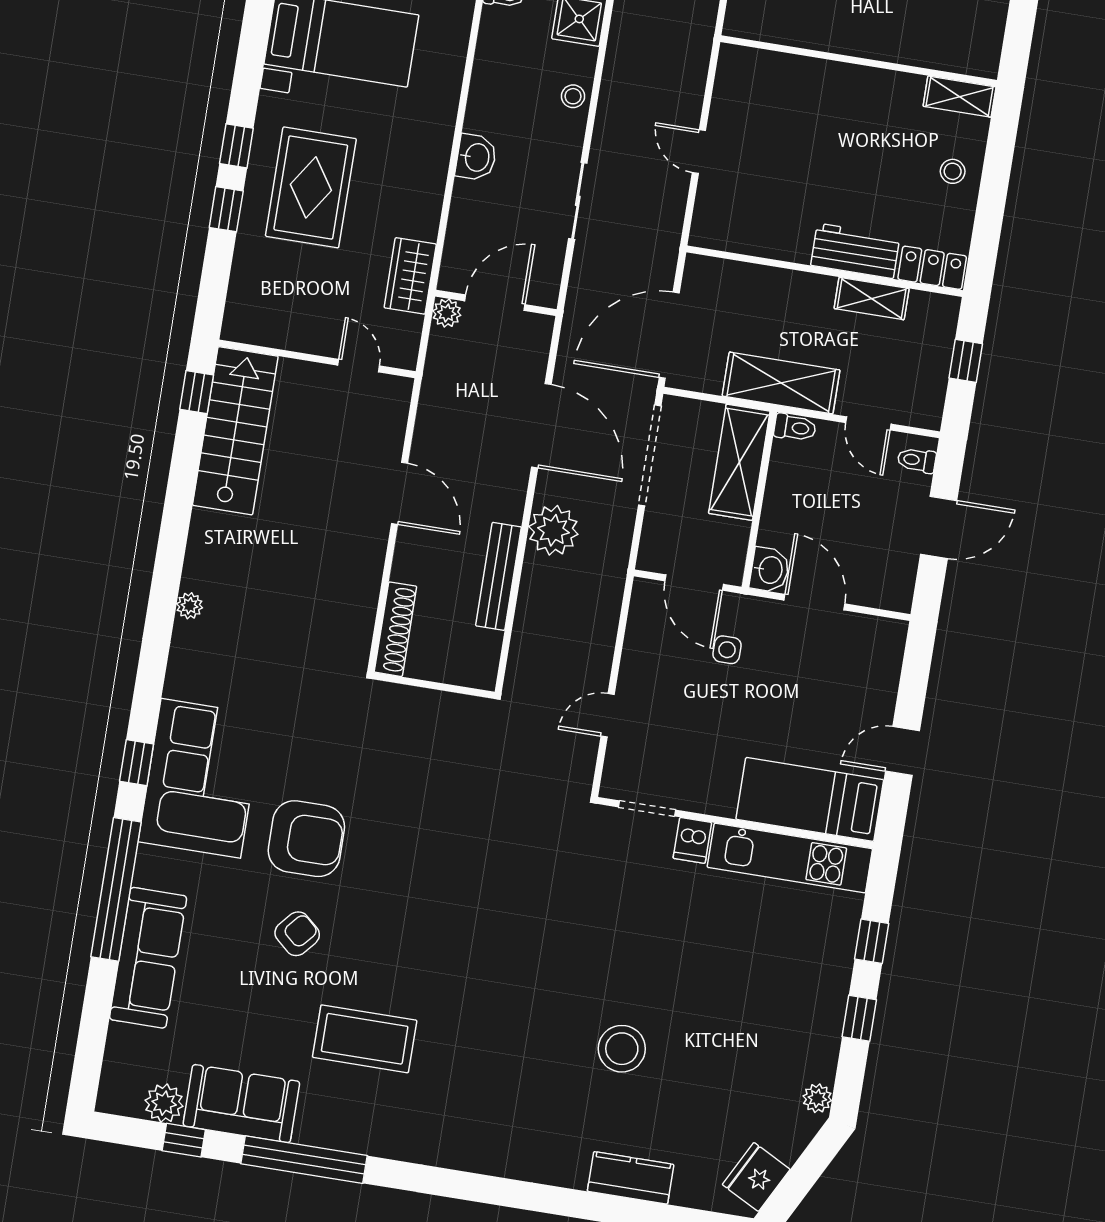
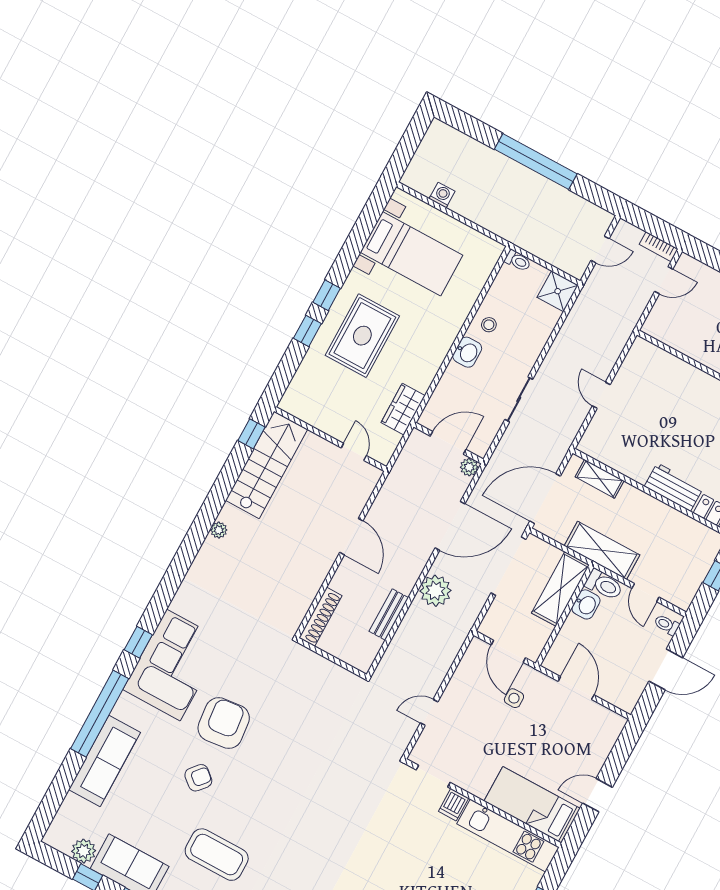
stool: (573, 96) -> (489, 325), moved
shelving: (872, 299) -> (600, 479), moved
plant: (447, 313) -> (469, 467), moved
door: (541, 426) -> (450, 526), hinge flipped
toilet: (795, 428) -> (604, 585), width x1.37, depth x1.39
washbasin: (770, 570) -> (586, 604), moved
bench: (498, 576) -> (389, 614), width x0.73
plant: (190, 606) -> (219, 530), moved
armchair: (306, 839) -> (224, 723), turned -96

